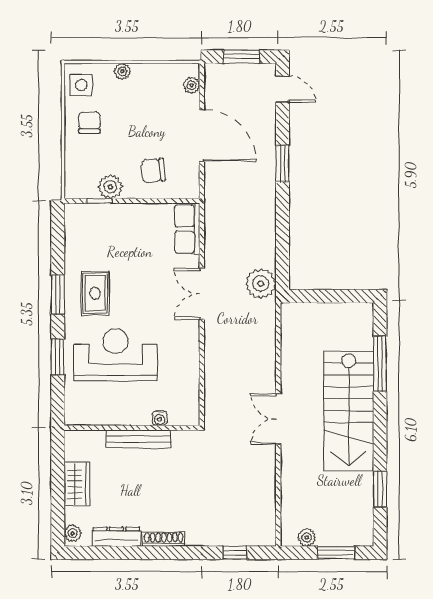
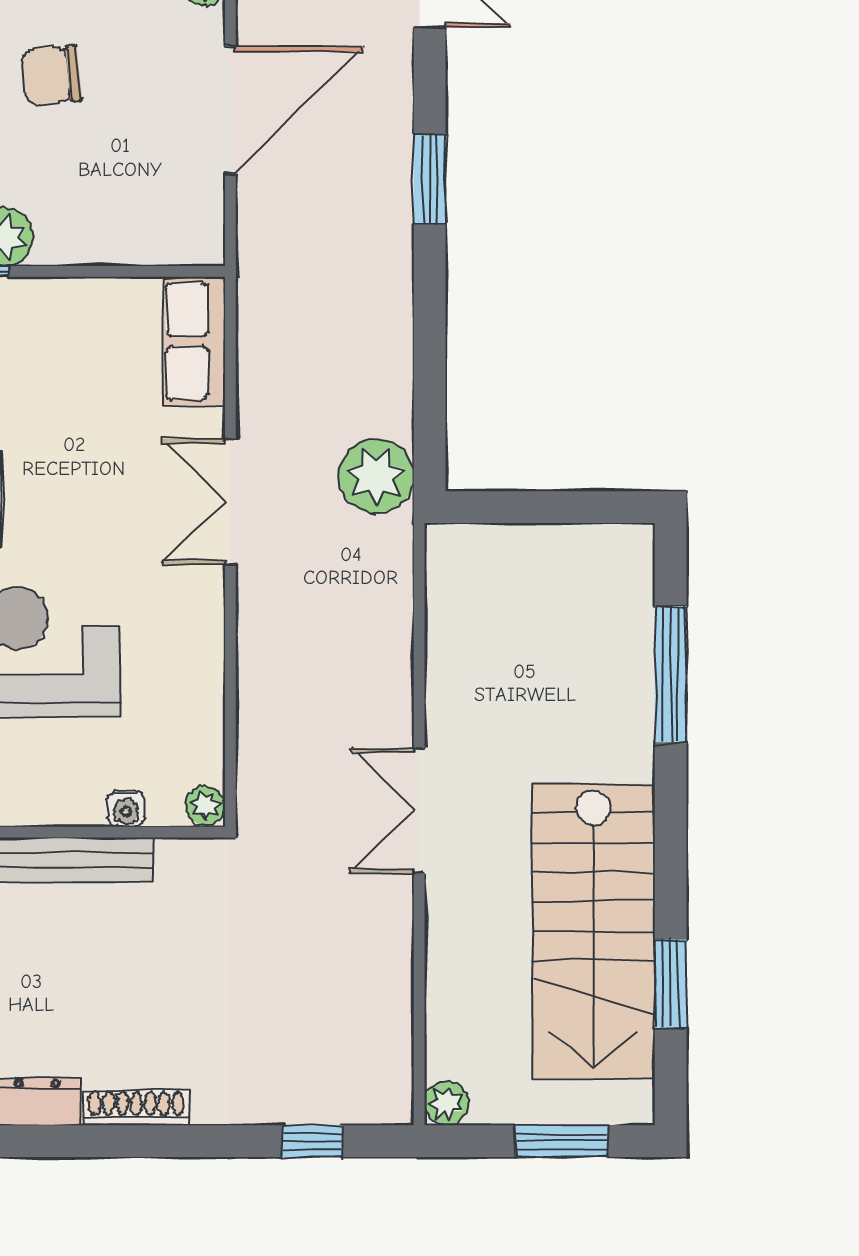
door: (202, 136) -> (230, 110), hinge flipped
chair: (153, 171) -> (51, 75), moved
stairs: (349, 411) -> (593, 932), moved
plant: (192, 417) -> (206, 806), added
plant: (307, 537) -> (446, 1103), moved

